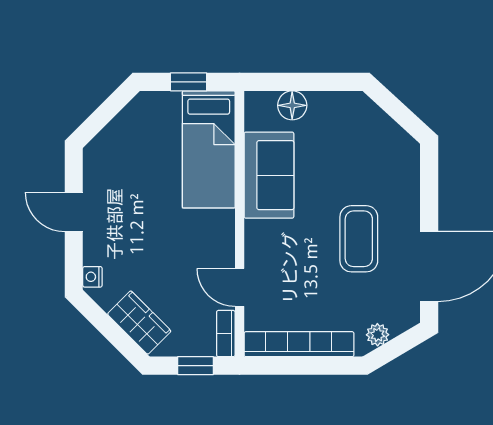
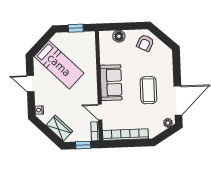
armchair: (355, 124) -> (145, 43), added
bed: (209, 149) -> (59, 65), moved, turned -45
sofa: (269, 175) -> (111, 83), moved
plant: (378, 335) -> (168, 123), moved

